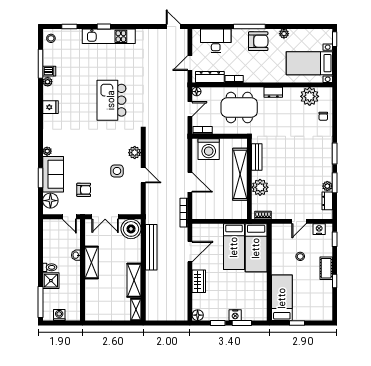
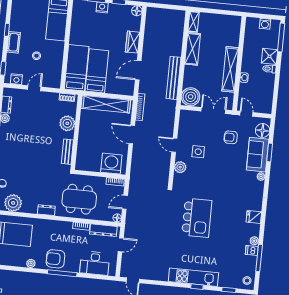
shelving: (240, 174) -> (106, 104), moved, turned 90
shelving: (91, 263) -> (230, 69), width x1.47

